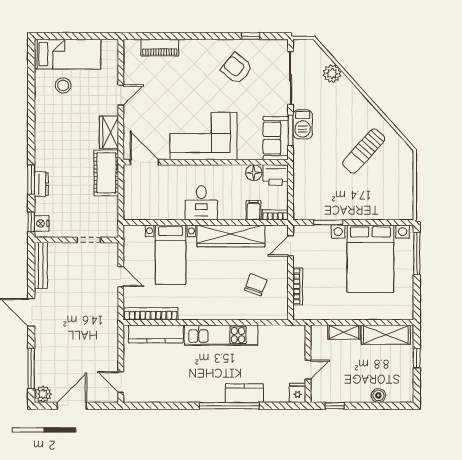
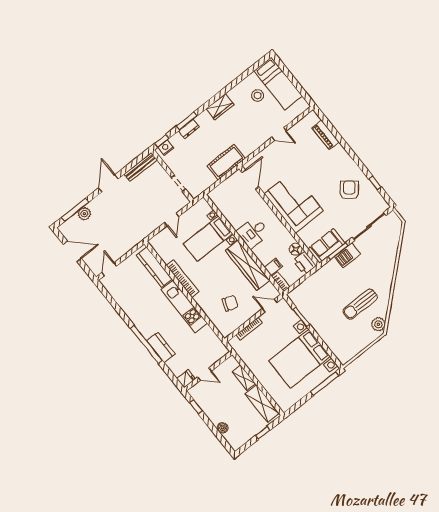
plant: (332, 74) -> (378, 324), moved
wardrobe: (109, 132) -> (220, 107), moved, turned 180
sun lounger: (364, 151) -> (360, 304), turned -42
bookcase: (151, 314) -> (183, 279), moved
plant: (43, 394) -> (84, 214), moved

